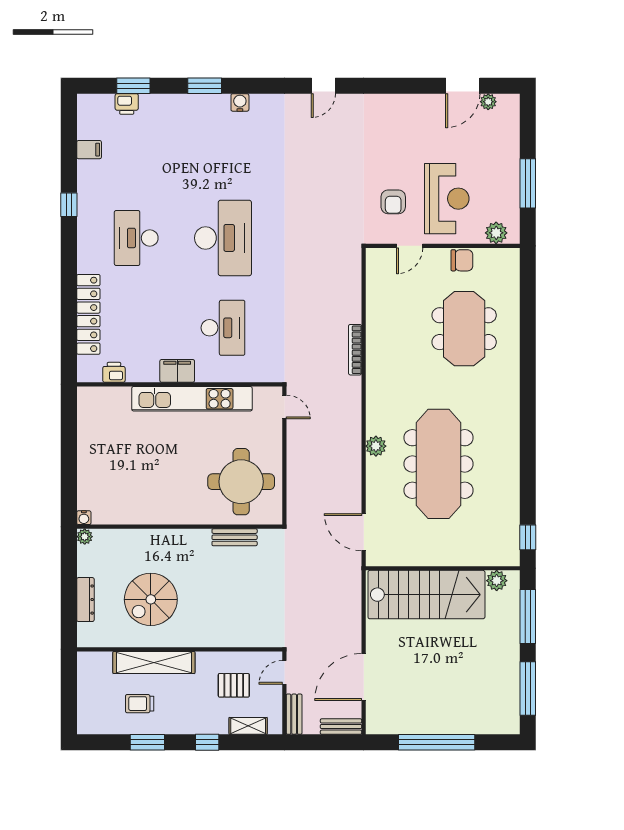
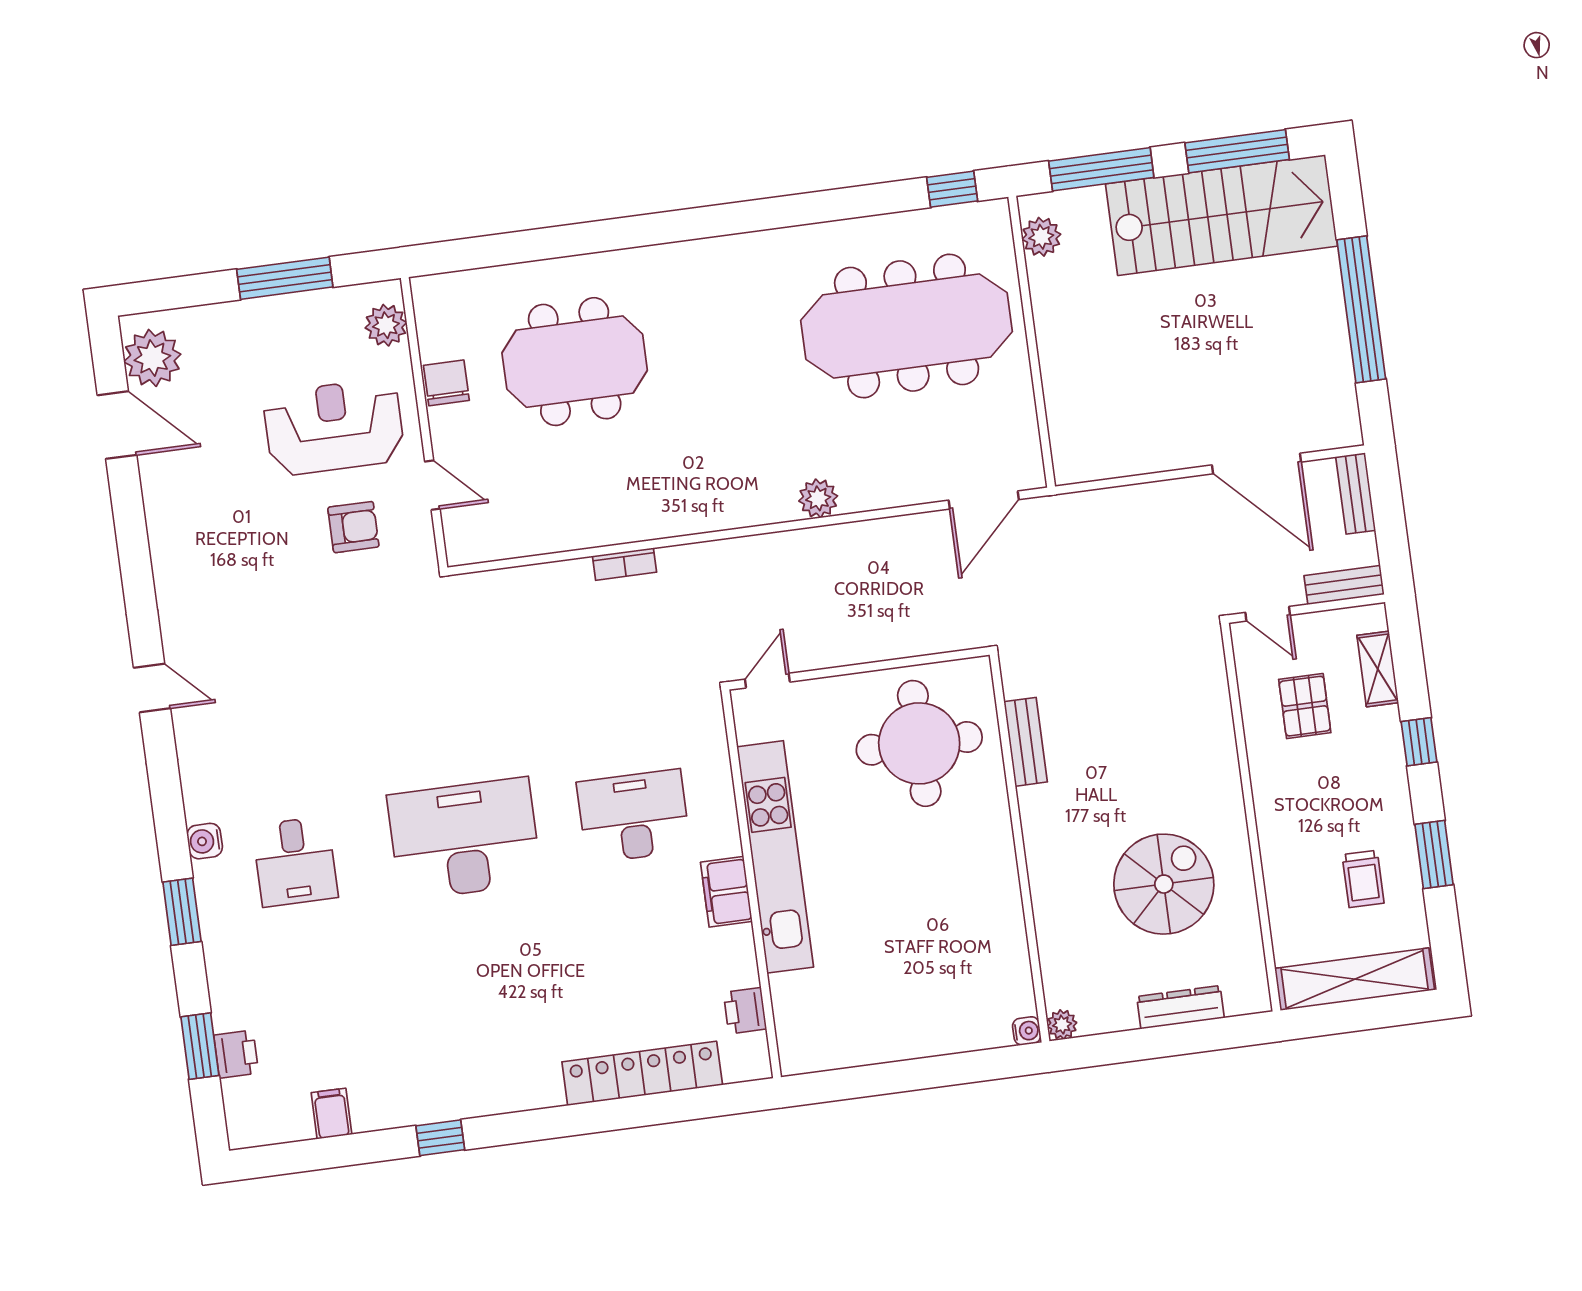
plant: (488, 102) -> (152, 358), width x1.88, depth x1.88
desk: (136, 238) -> (295, 861), moved, width x0.73
bookcase: (355, 350) -> (625, 564), width x0.64
meeting table: (439, 464) -> (907, 326), moved
stairs: (426, 595) -> (1222, 215), moved, turned 90
spiral stairs: (151, 599) -> (1164, 884), turned -90
shelving: (154, 662) -> (1355, 979), moved, turned 90

